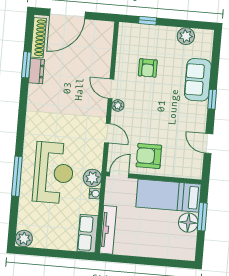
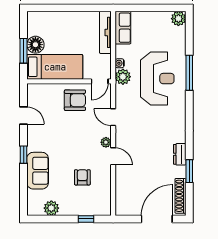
dresser: (37, 71) -> (180, 154), moved
reception desk: (54, 173) -> (157, 79), turned 180

